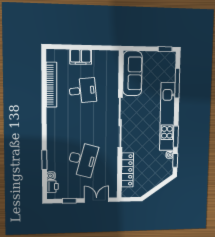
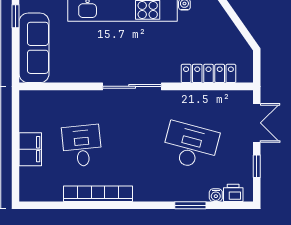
sofa: (132, 73) -> (34, 48), moved, turned 90
bookcase: (52, 85) -> (98, 194), moved
sliding door: (120, 123) -> (132, 86), width x0.73
double door: (97, 200) -> (257, 123), swing flipped

